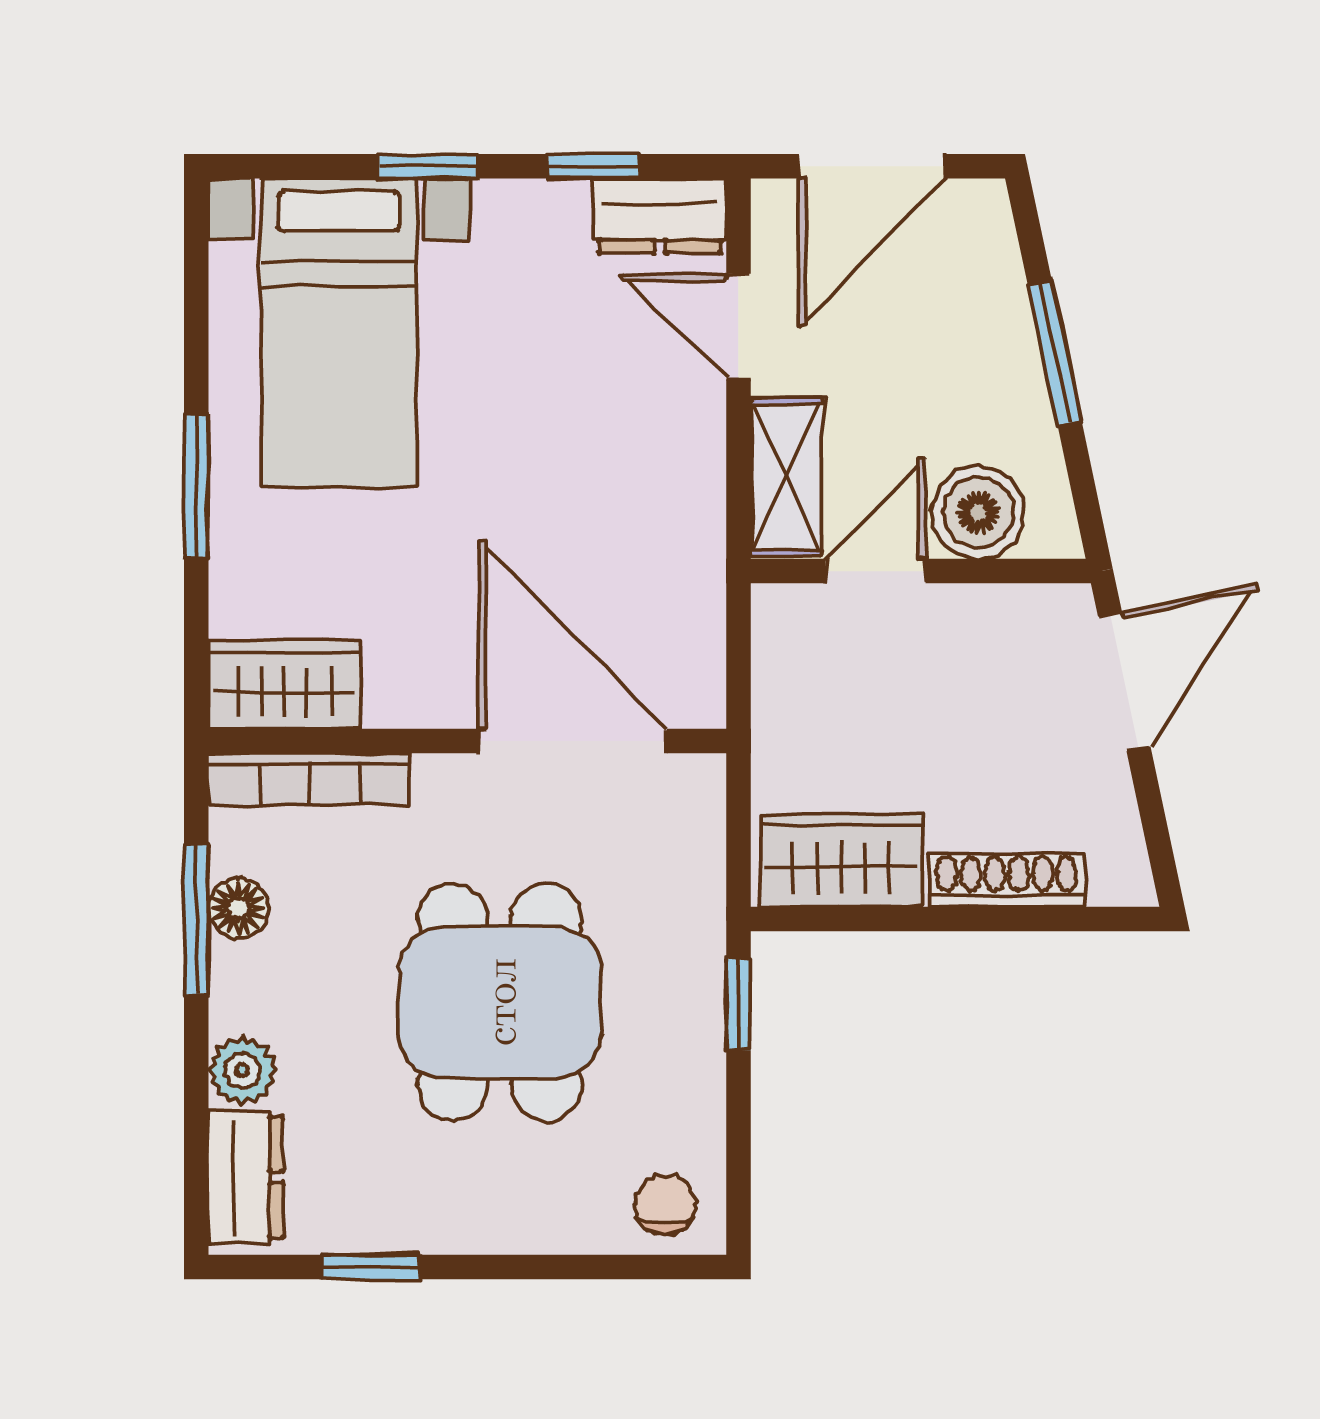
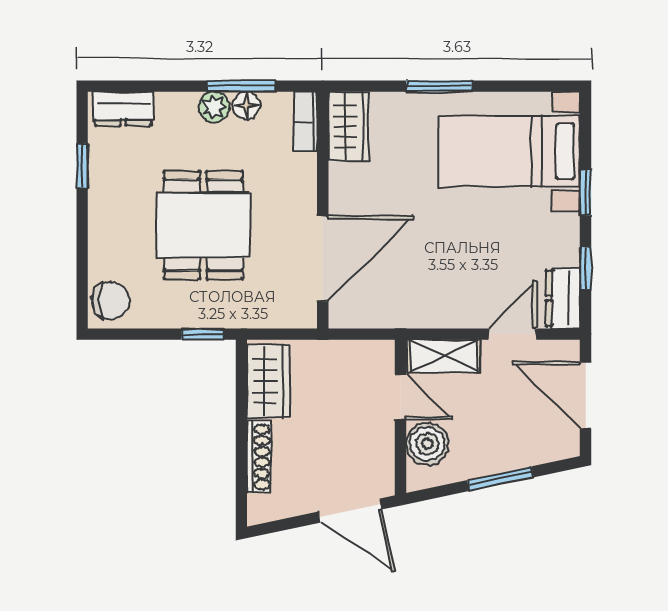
bookcase: (309, 779) -> (305, 121), width x0.64
dining table: (500, 1002) -> (203, 225), turned 90
plant: (242, 1070) -> (214, 107), moved
chair: (665, 1205) -> (111, 301), width x1.37, depth x1.37

